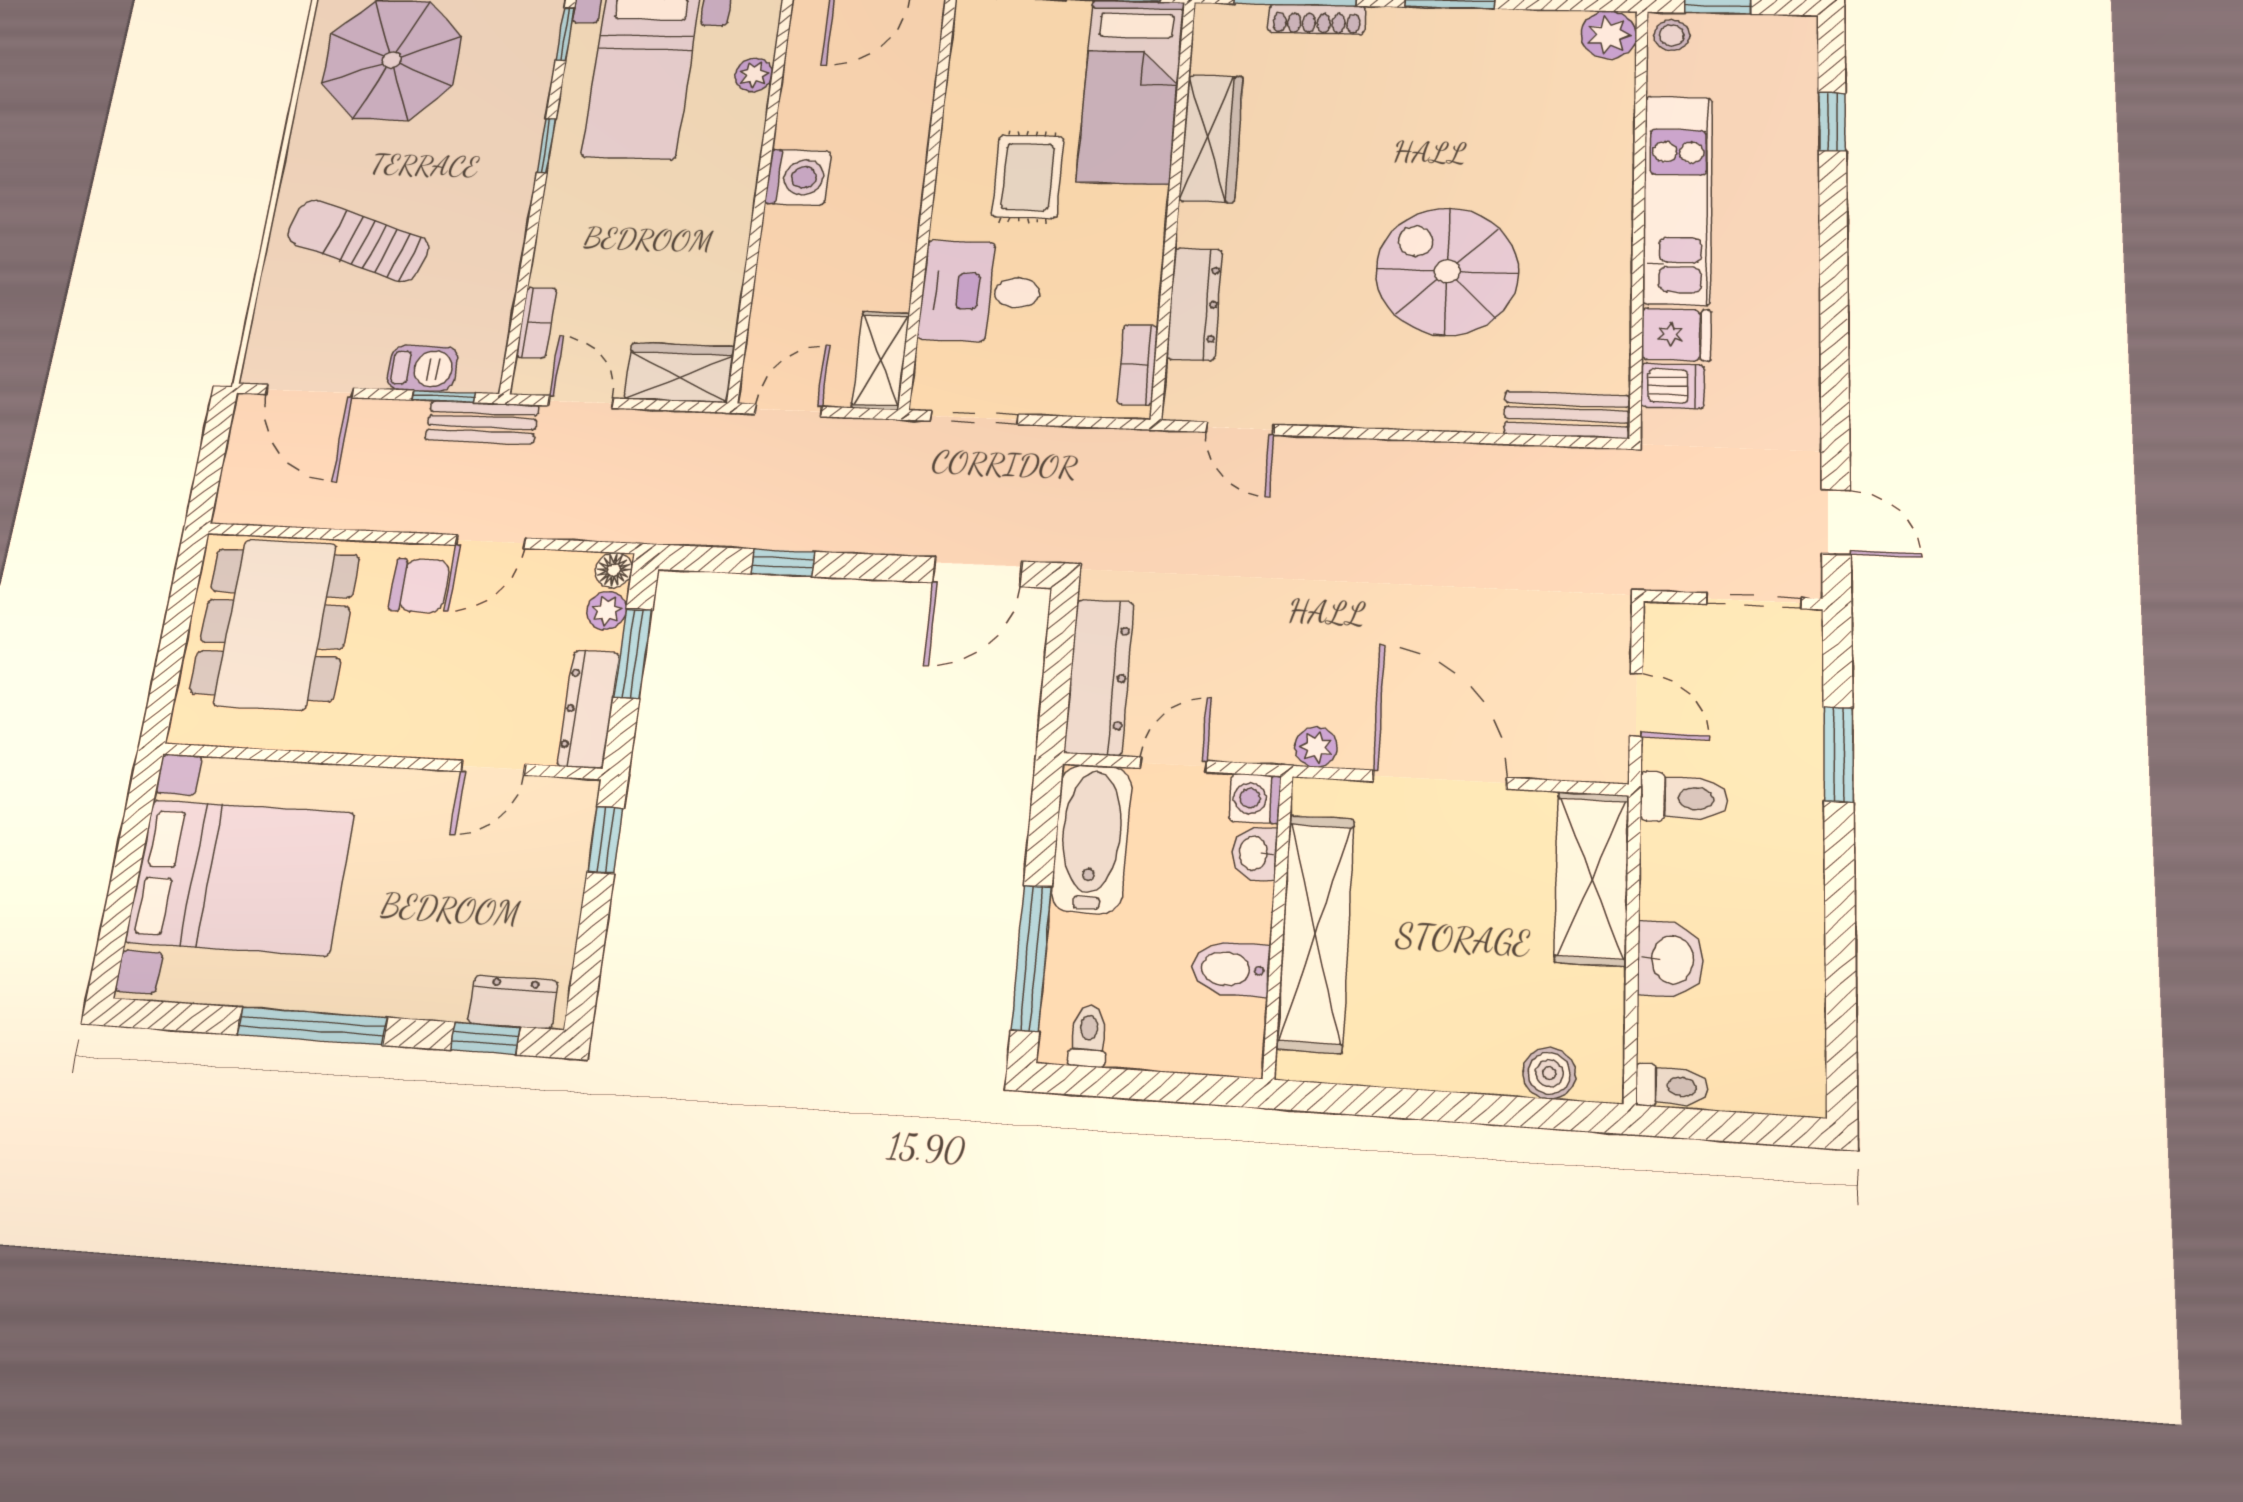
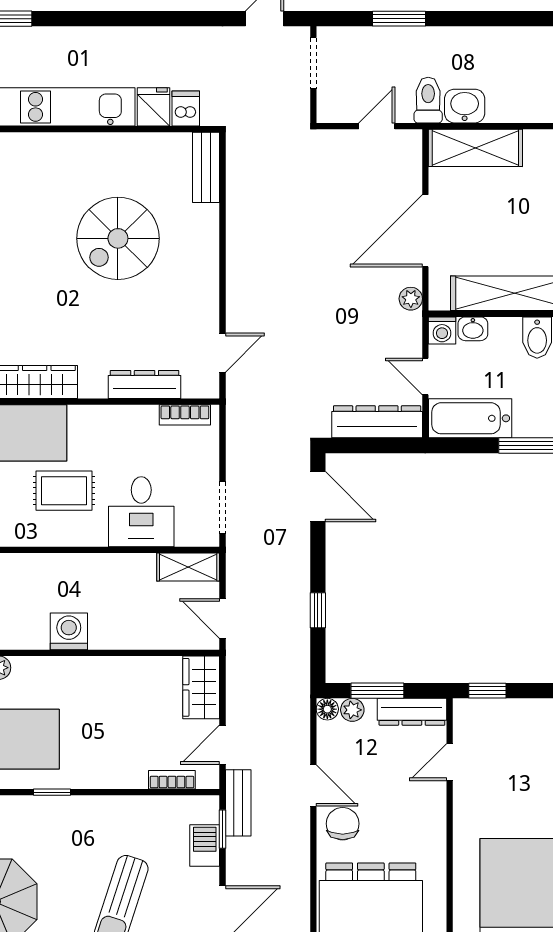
door: (493, 768) -> (450, 762), swing flipped
washbasin: (1671, 959) -> (465, 106), moved

